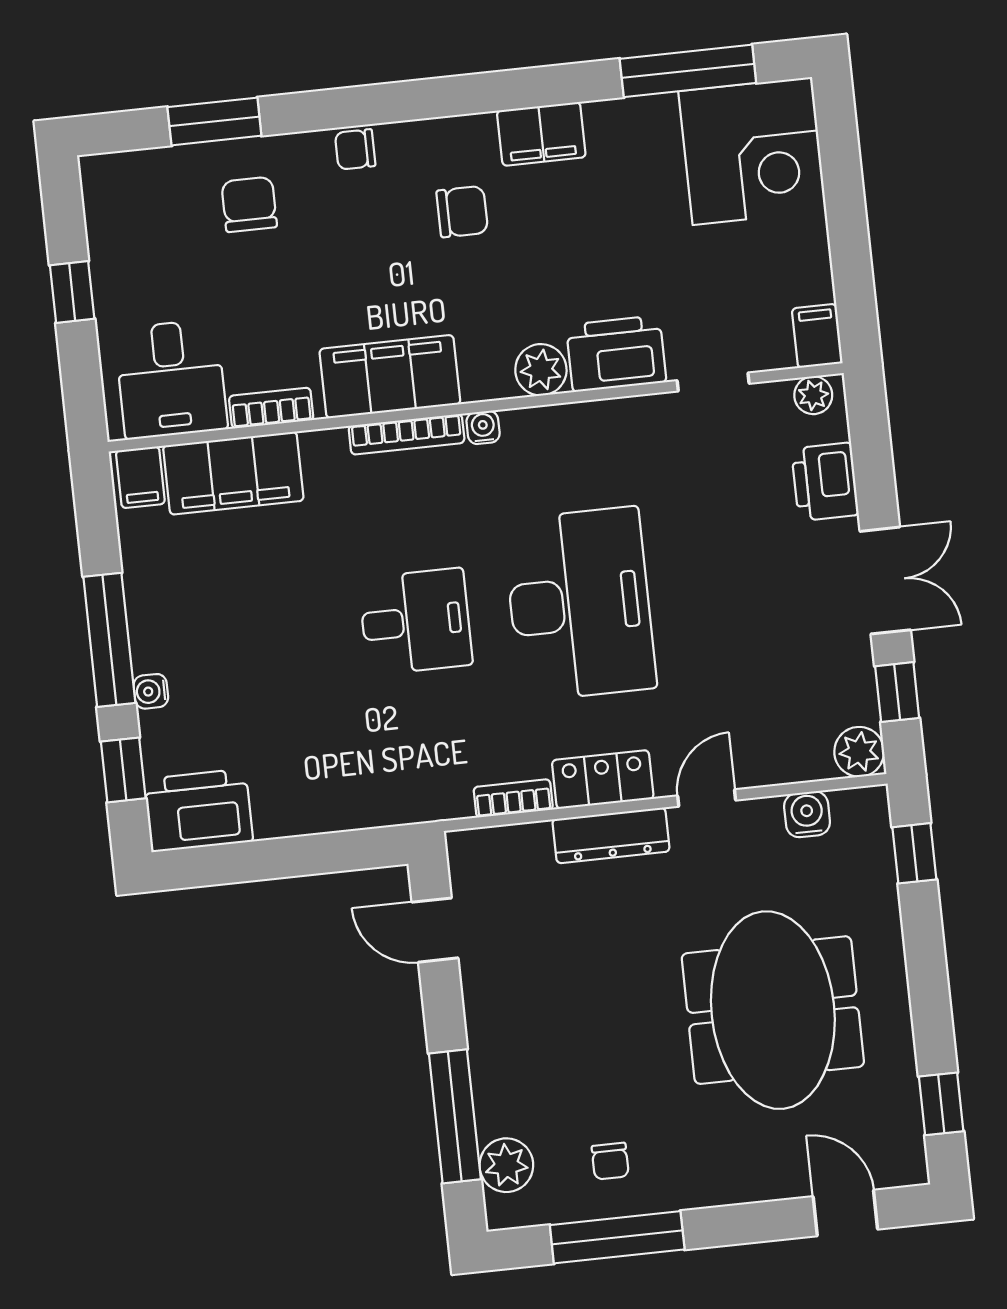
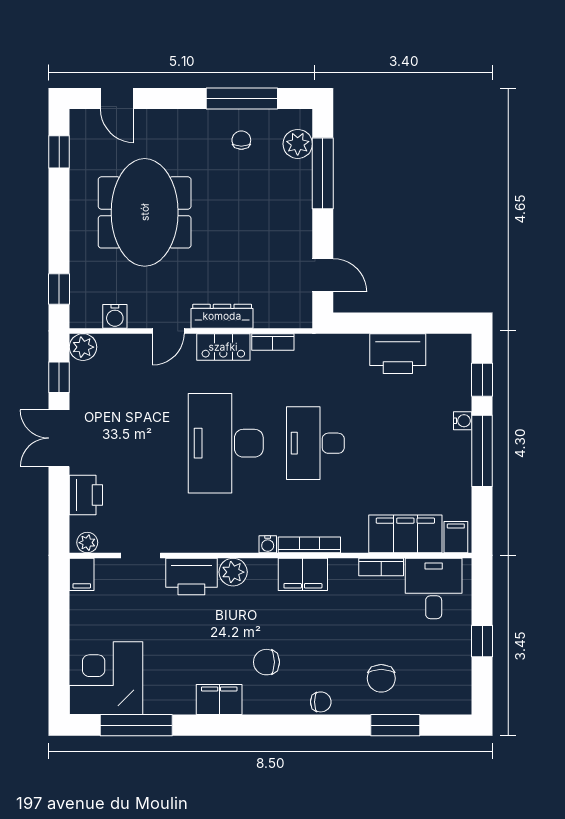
filing cabinet: (390, 377) -> (303, 574), width x0.67, depth x0.86
desk: (416, 621) -> (315, 443), width x1.37
printer: (198, 810) -> (398, 354), moved

